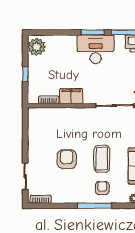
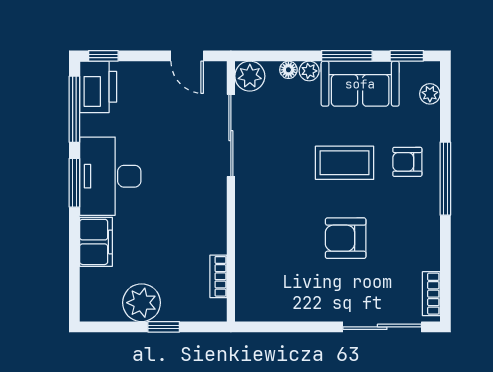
plant: (36, 47) -> (142, 303), moved
filing cabinet: (71, 96) -> (96, 242), moved, turned 180
sliding door: (25, 176) -> (382, 327), width x1.37

